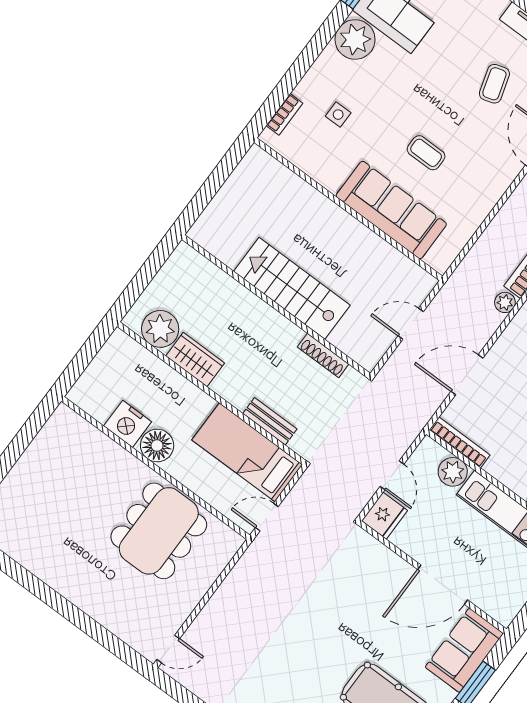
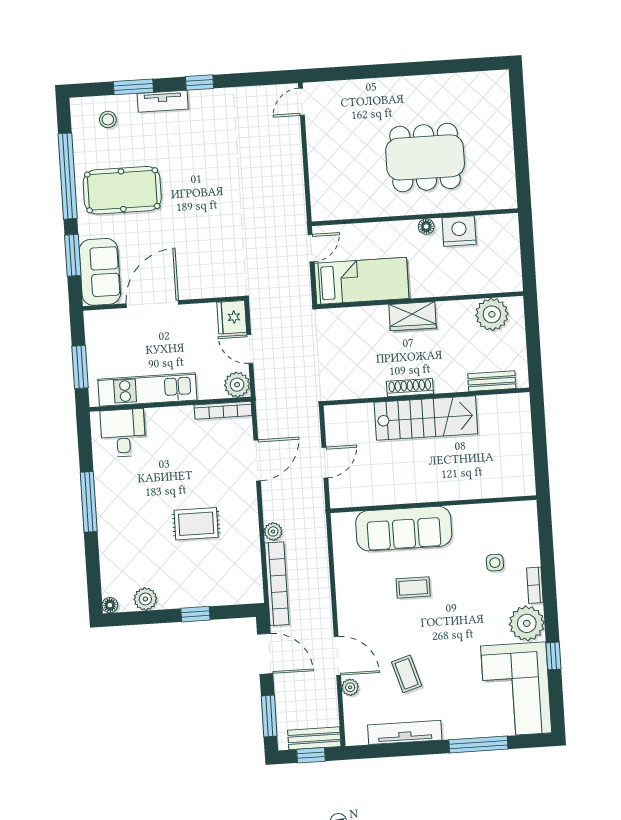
bookcase: (284, 114) -> (535, 585), moved
shoe rack: (323, 356) -> (410, 388), moved
wardrobe: (195, 359) -> (412, 316), moved
bench: (270, 421) -> (492, 381), moved
floor lamp: (157, 446) -> (426, 227), width x0.53, depth x0.53
plant: (453, 472) -> (237, 385), moved
dining table: (159, 531) -> (425, 157), moved, turned 90

